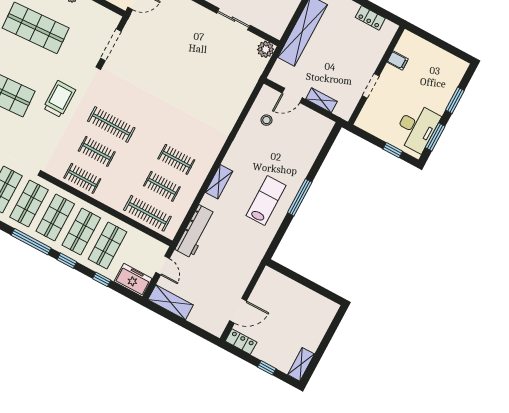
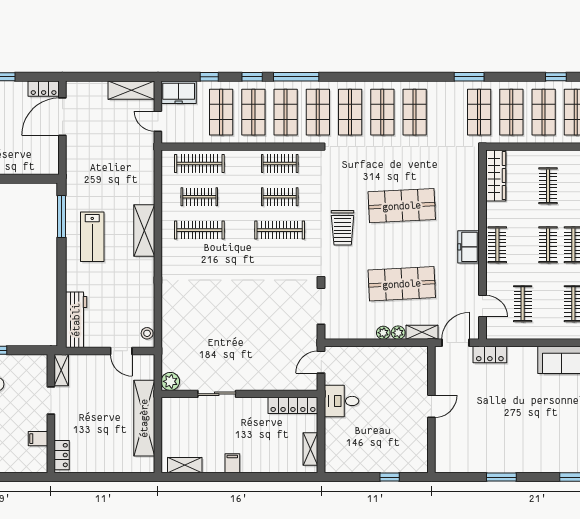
locker: (370, 18) -> (62, 455), moved, turned 90
door: (292, 95) -> (121, 351), swing flipped
shelving: (321, 100) -> (61, 370), moved, turned 90
stool: (267, 120) -> (147, 333), moved
clothes rail: (176, 159) -> (199, 230), width x1.36
shelving: (219, 182) -> (144, 230), width x1.50, depth x1.33
window: (300, 197) -> (62, 217), moved
workbench: (195, 231) -> (76, 320), moved, turned 180
door: (238, 311) -> (62, 117), width x1.36

